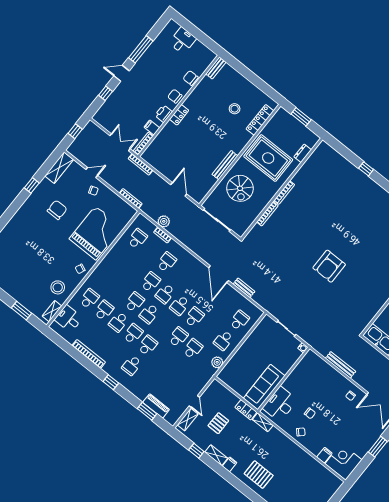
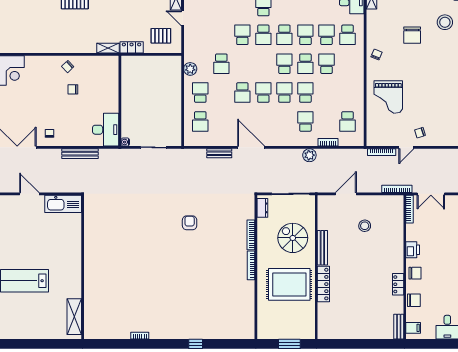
stool: (235, 109) -> (365, 226), moved
locker: (179, 115) -> (398, 284), moved
locker: (260, 120) -> (323, 284), moved
filing cabinet: (152, 127) -> (413, 328), moved
dresser: (303, 153) -> (262, 208), moved
door: (92, 173) -> (406, 147), moved
door: (179, 189) -> (346, 194), swing flipped
chair: (57, 210) -> (412, 35), moved
plant: (164, 221) -> (309, 155), moved
grand piano: (96, 233) -> (388, 97), width x0.73, depth x0.68
school desk: (167, 262) -> (305, 121), turned 180
armchair: (329, 266) -> (190, 223), moved, width x0.53, depth x0.53
school desk: (151, 282) -> (305, 93), turned 180
stool: (58, 287) -> (445, 22), moved
school desk: (120, 290) -> (326, 64), added
school desk: (104, 310) -> (326, 35), turned 180
school desk: (178, 337) -> (242, 35), moved, turned 180
sofa: (264, 387) -> (132, 80), removed
desk: (280, 404) -> (106, 130), moved
pallet: (218, 423) -> (161, 36), moved, turned 90
filing cabinet: (324, 455) -> (31, 63), removed

